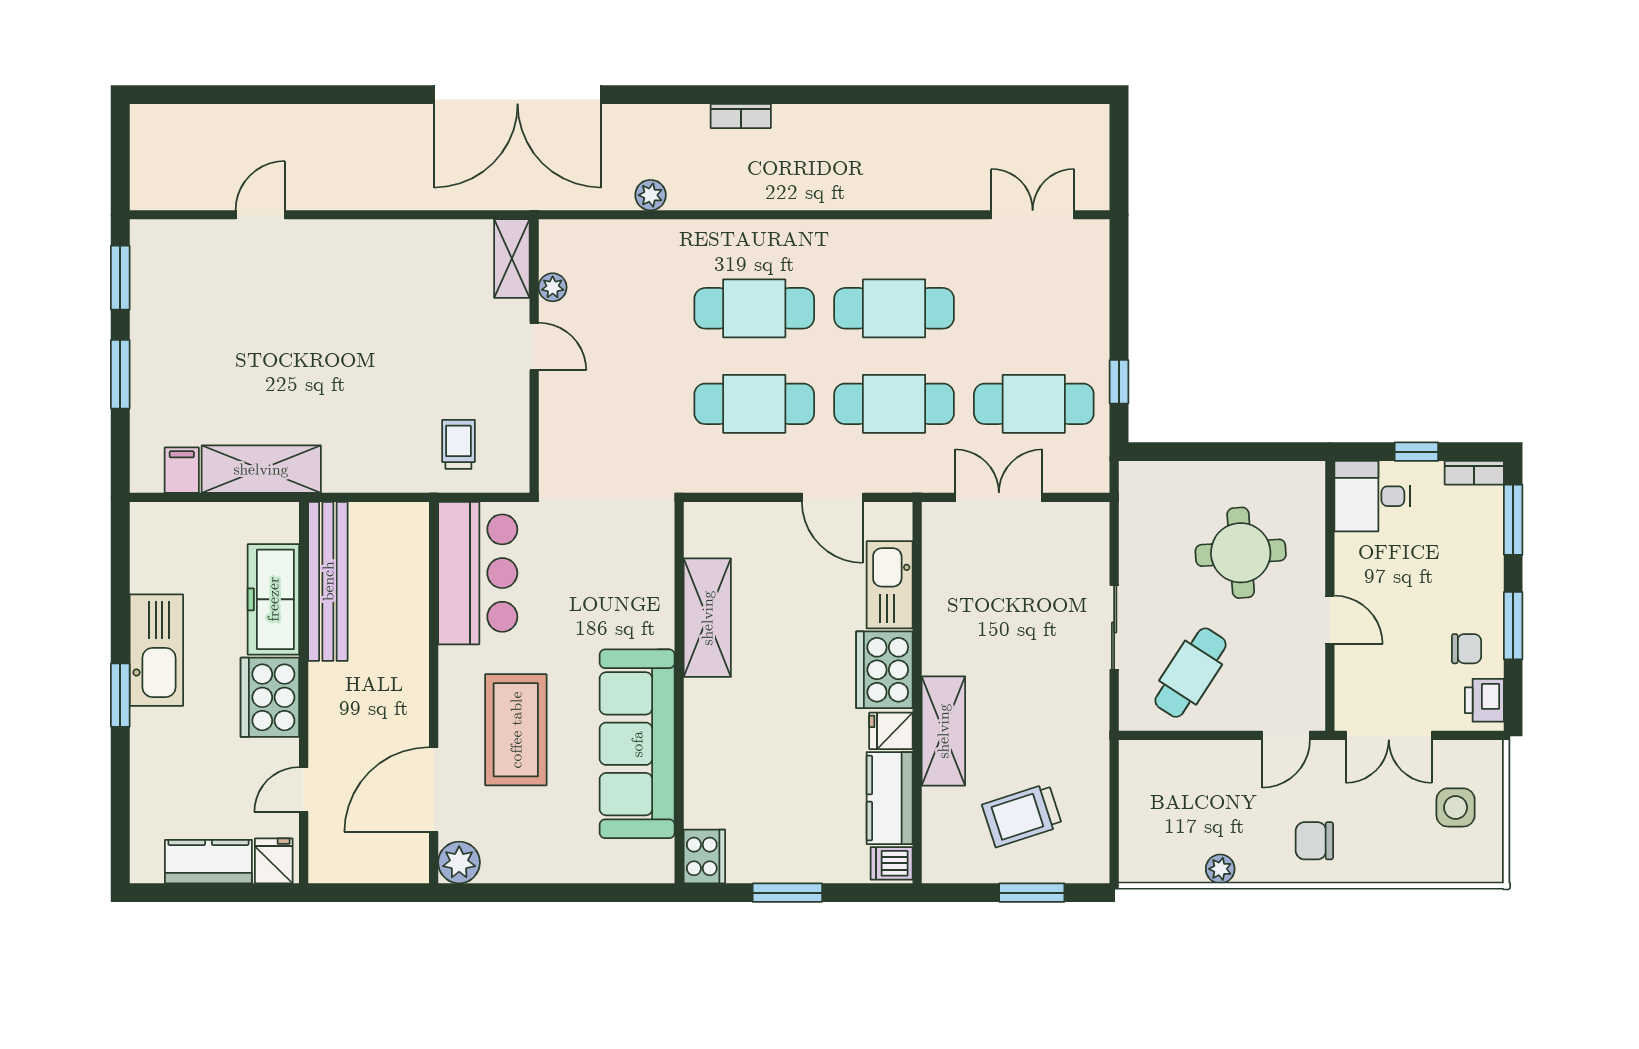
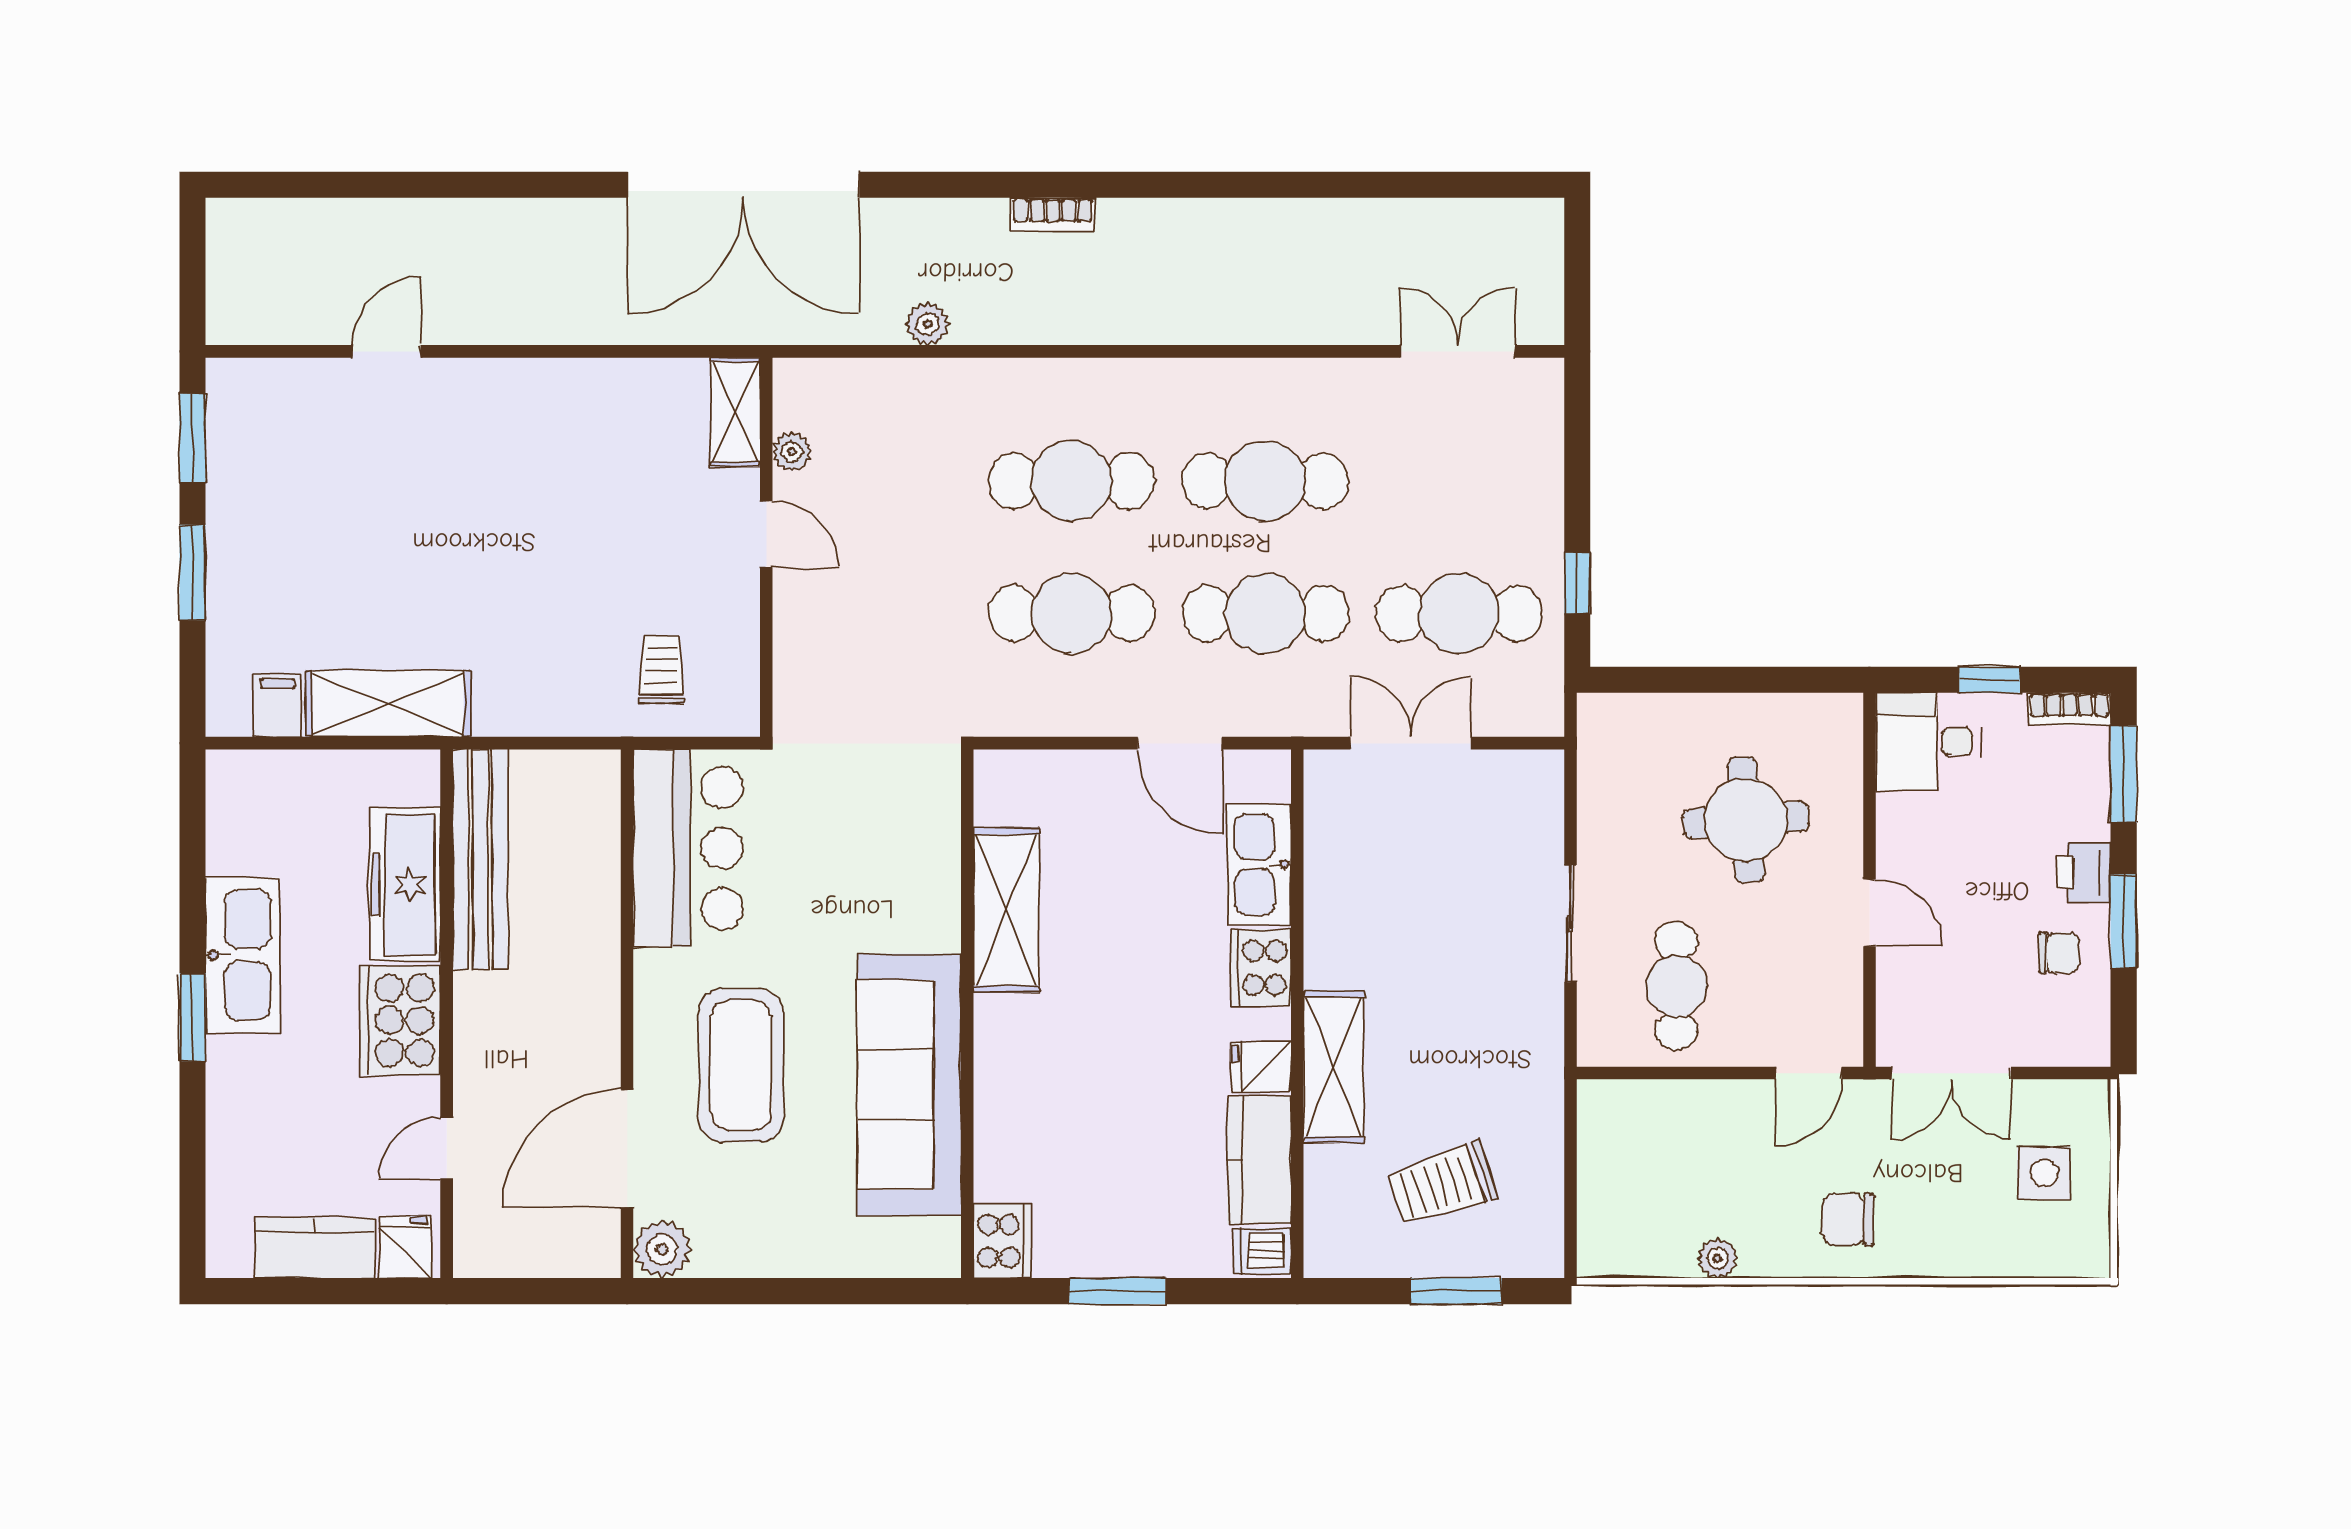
cooker: (884, 670) -> (1261, 968), width x0.73, depth x0.76
cafe table: (1191, 673) -> (1676, 986), turned -33
printer: (1484, 700) -> (2084, 872), moved

